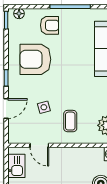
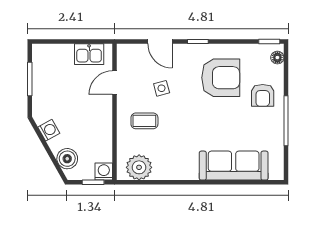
armchair: (35, 59) -> (221, 78), turned 90

